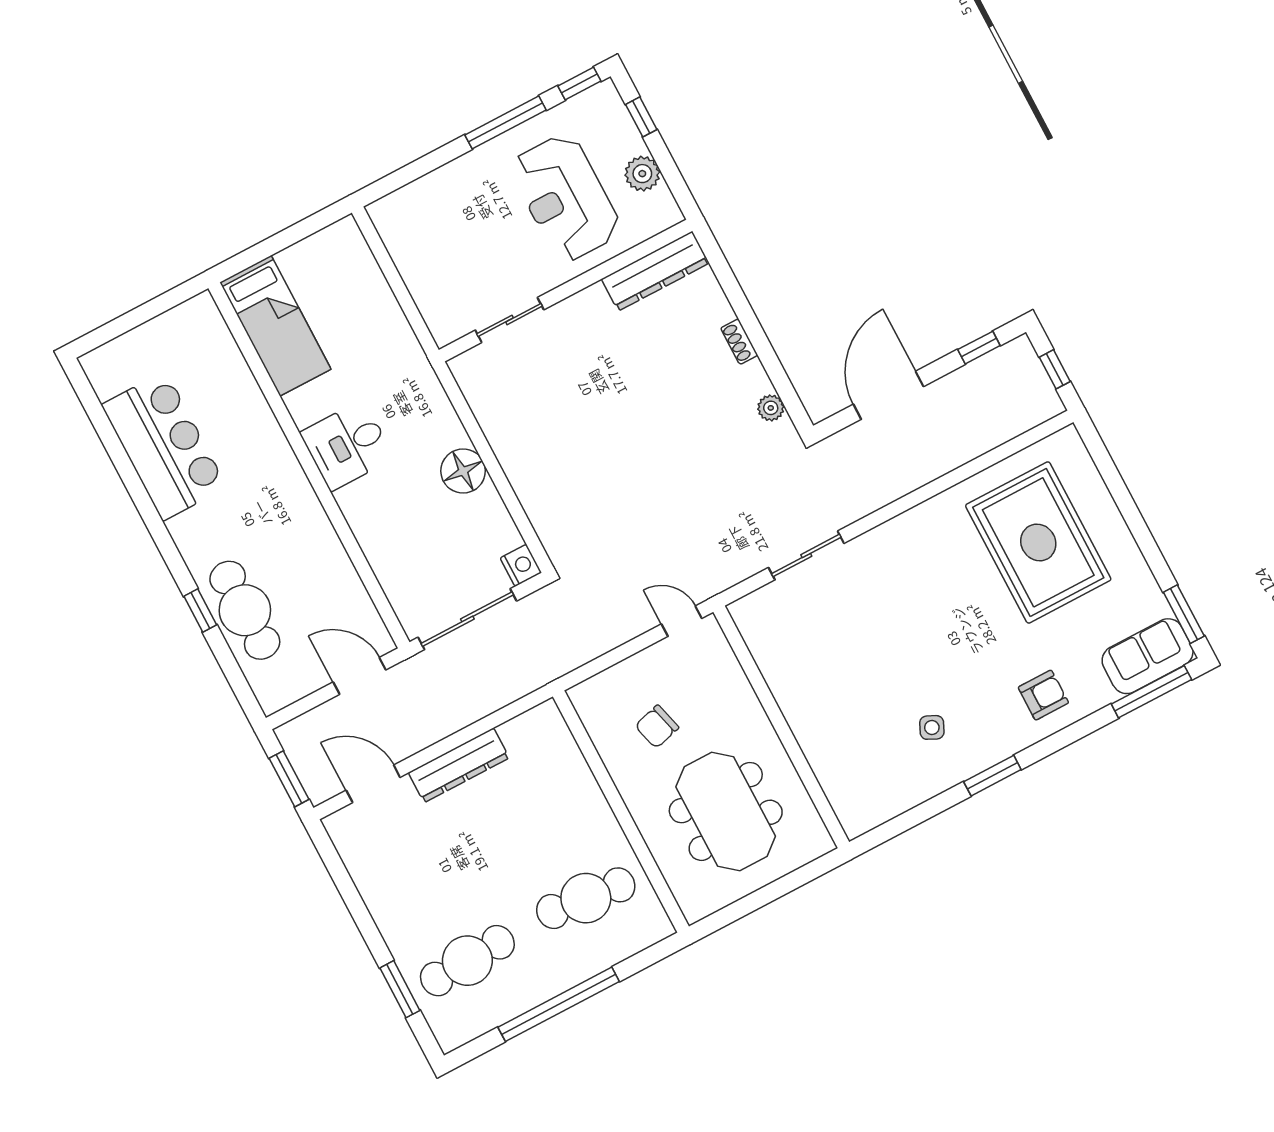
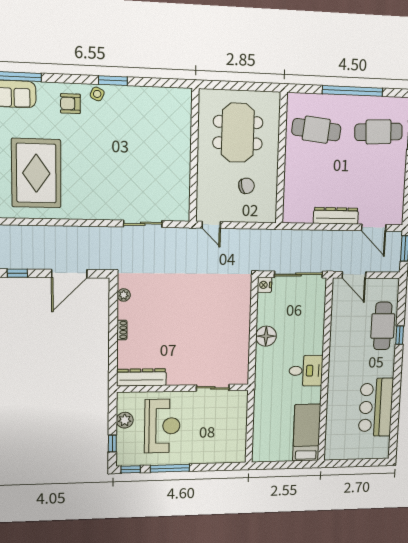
side table: (932, 727) -> (97, 94), moved

